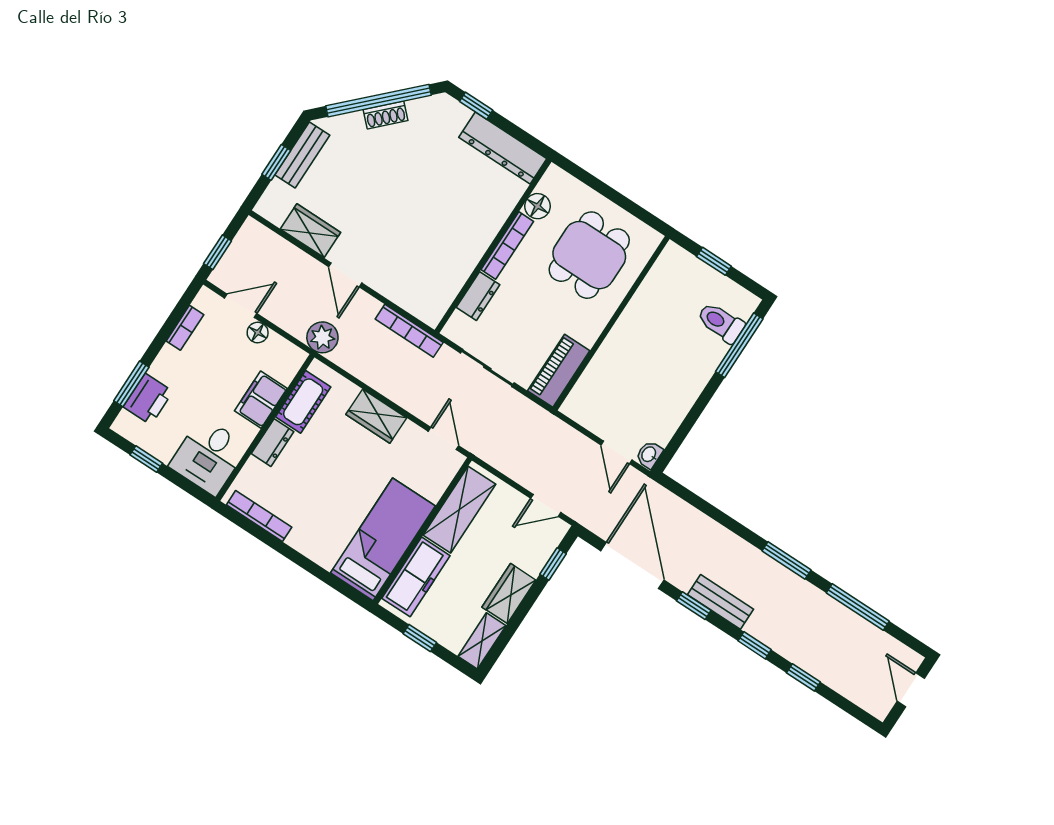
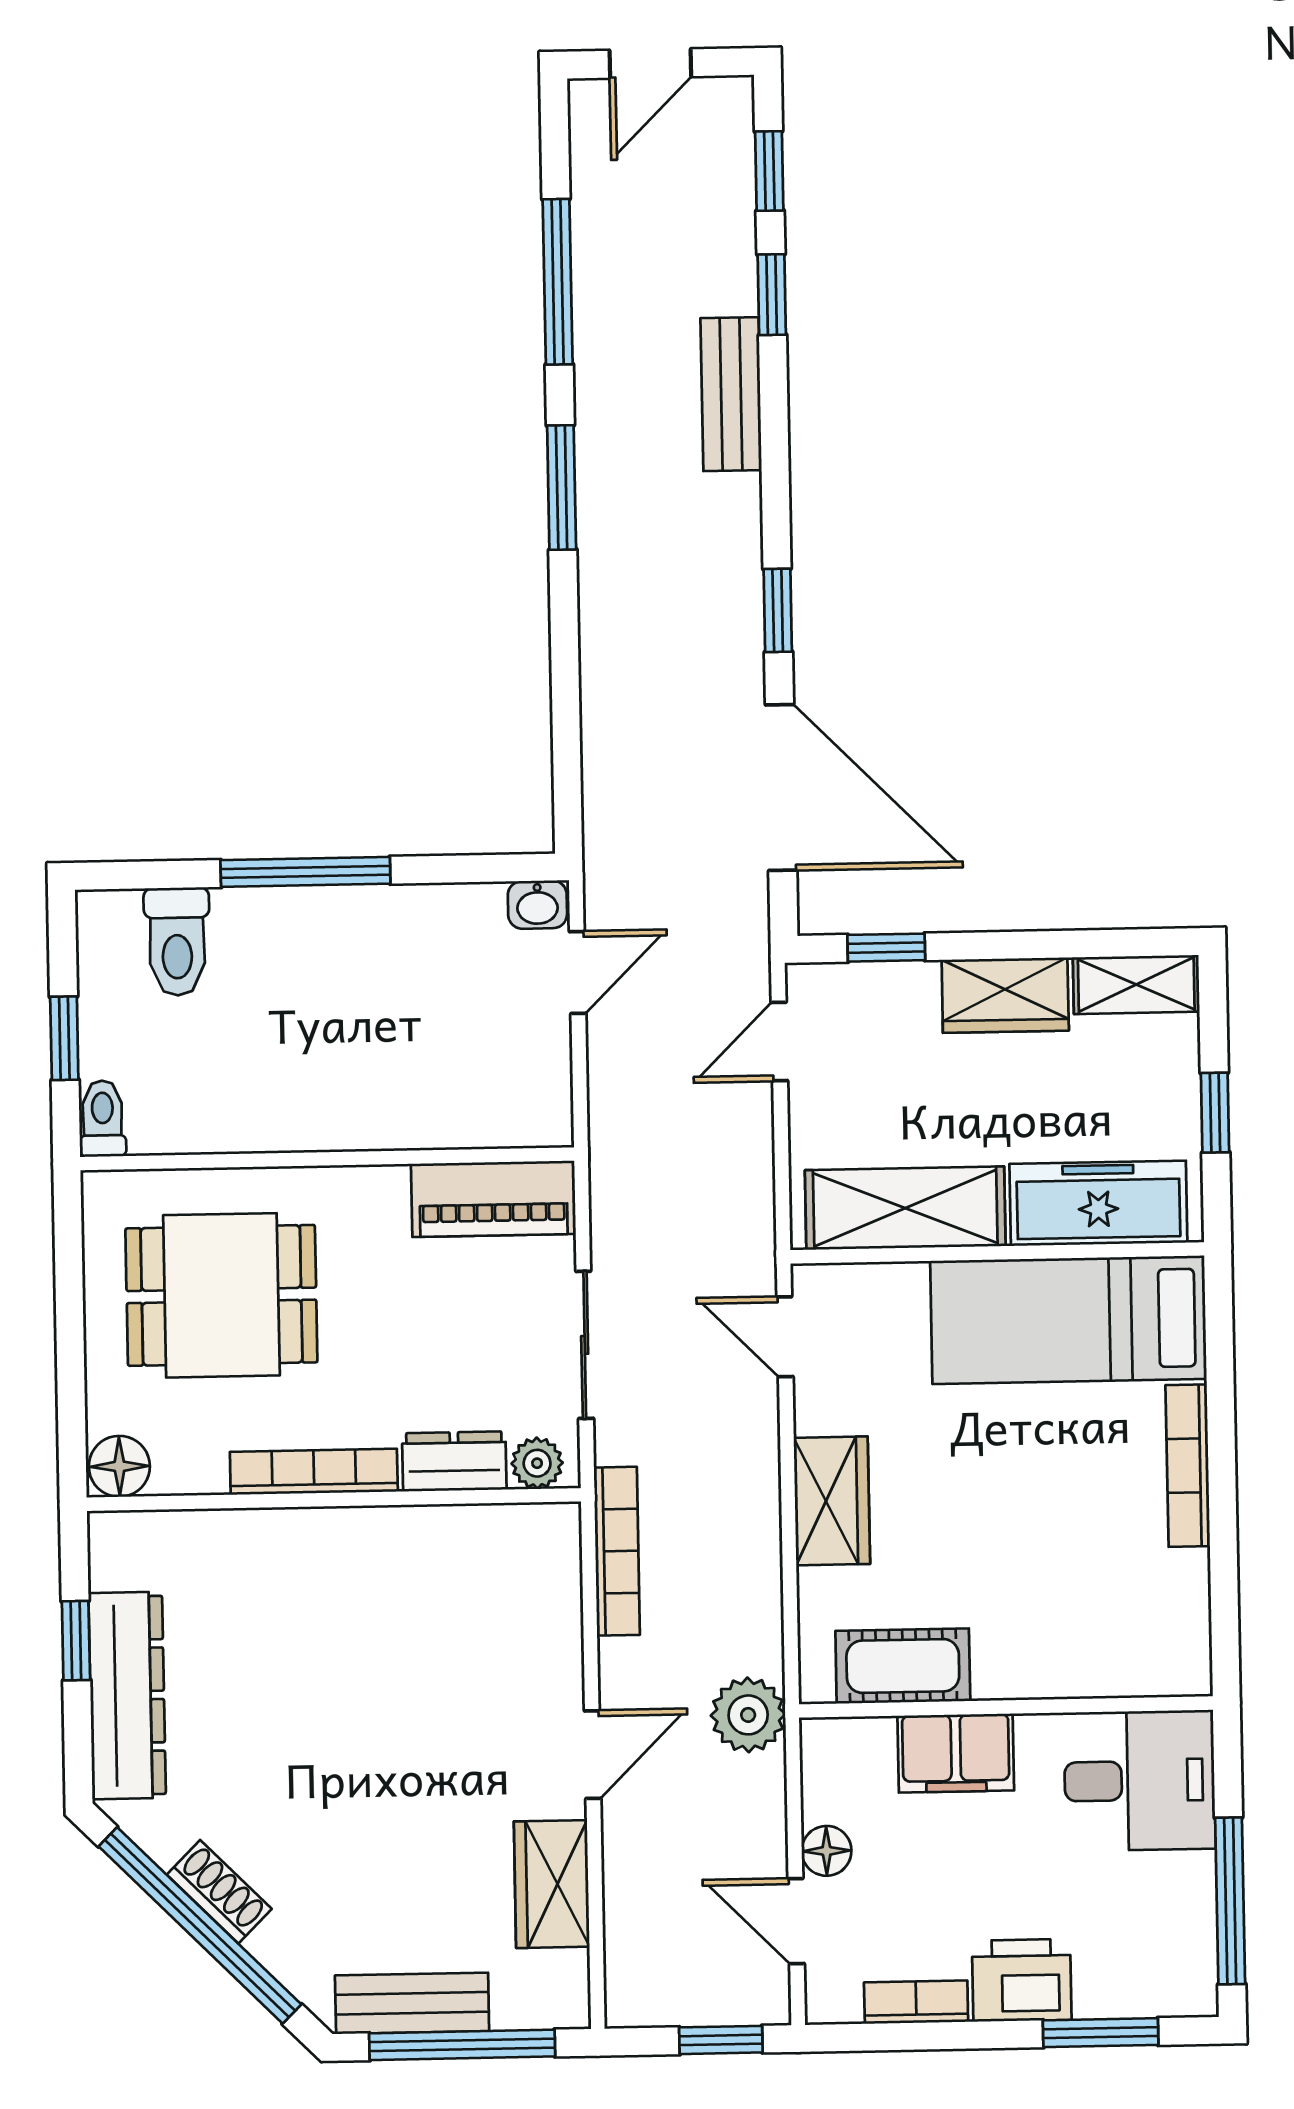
window: (476, 106) -> (76, 1641), moved
dresser: (503, 148) -> (127, 1696), moved
window: (276, 162) -> (462, 2045), width x2.17
floor lamp: (538, 206) -> (119, 1466), moved
toilet: (678, 256) -> (102, 1119), added
plant: (458, 324) -> (537, 1463), added
window: (739, 345) -> (305, 872), moved
printer: (148, 399) -> (1022, 1980), moved
door: (443, 438) -> (785, 1337), hinge flipped
dresser: (273, 443) -> (1026, 1672), removed
window: (146, 459) -> (1230, 1901), width x2.17
door: (546, 505) -> (779, 1041), swing flipped
bookcase: (259, 516) -> (1188, 1466), moved
door: (632, 565) -> (781, 788), swing flipped
bench: (720, 602) -> (731, 394), moved
window: (755, 645) -> (769, 171), moved

